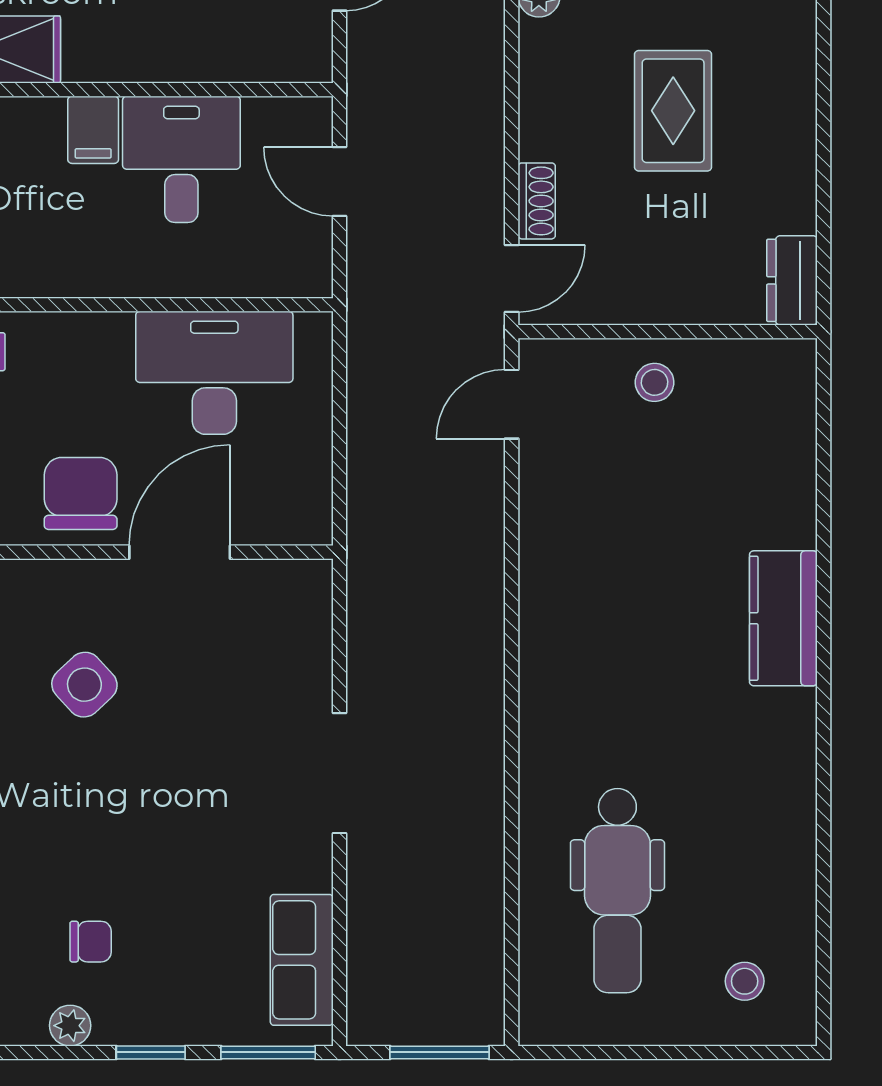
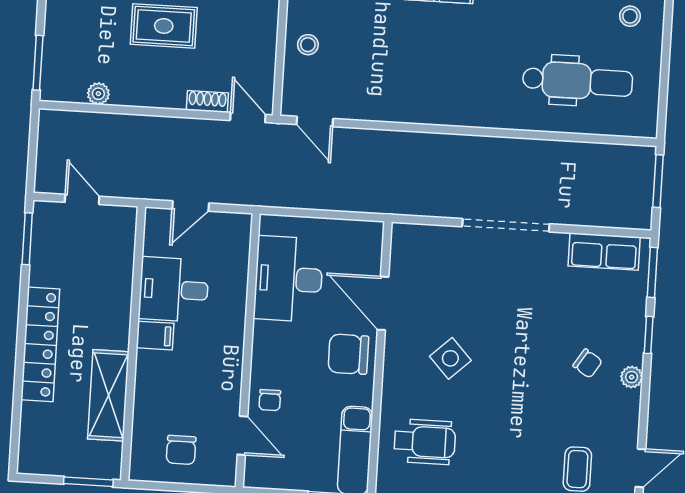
doorway: (340, 773) -> (506, 225), width x1.36
chair: (91, 942) -> (588, 363), turned 123

